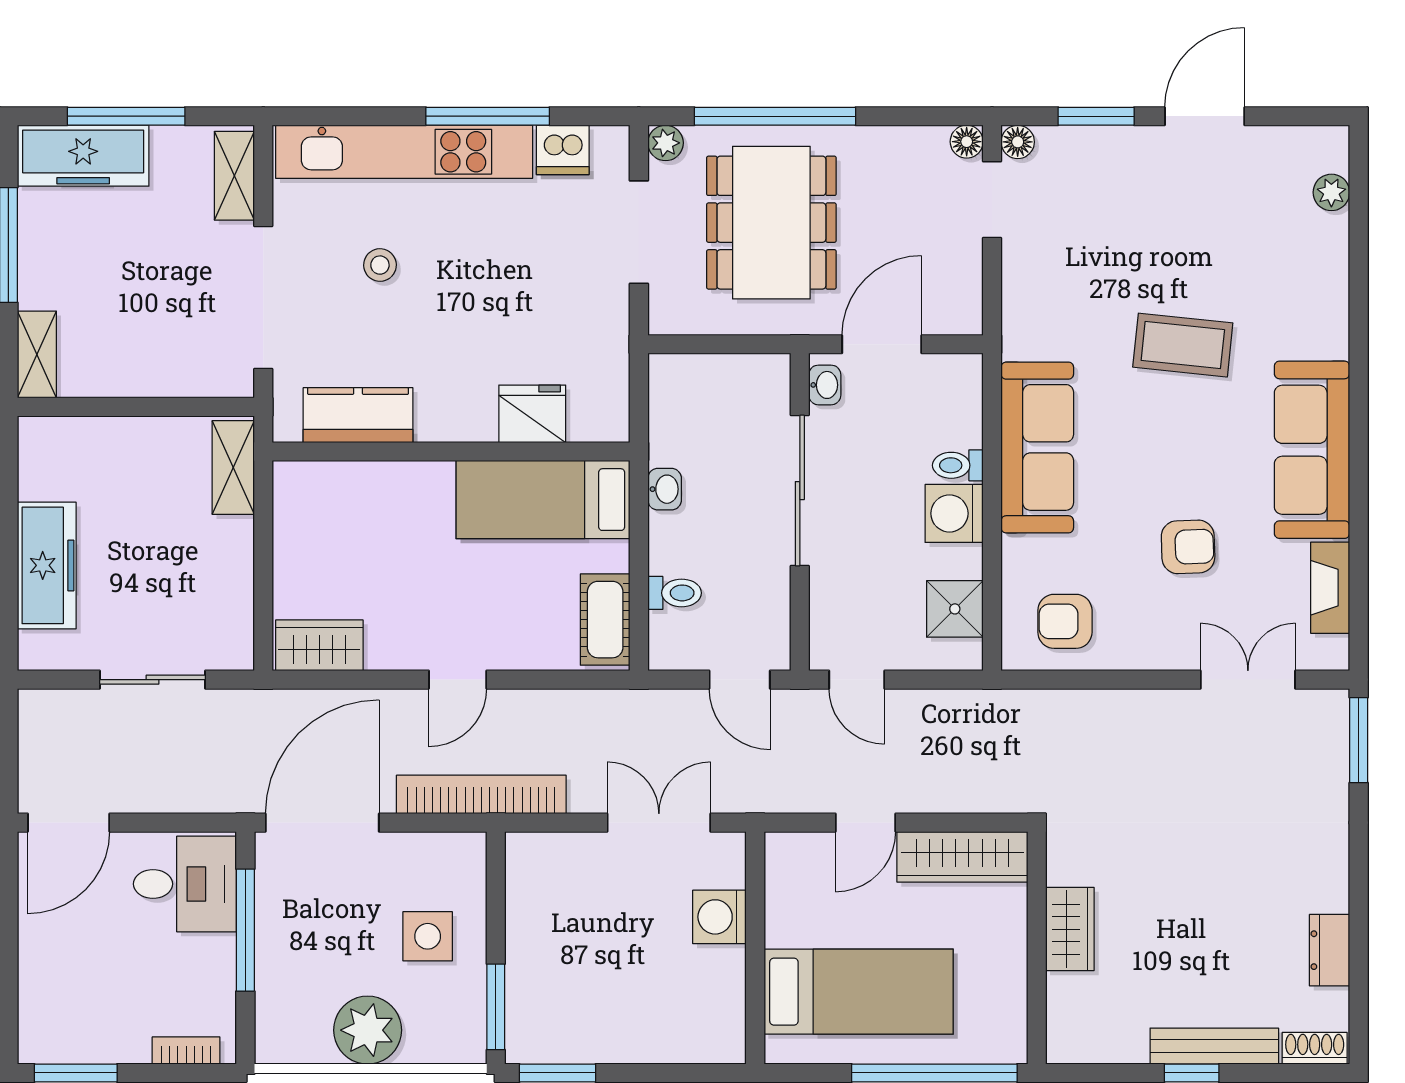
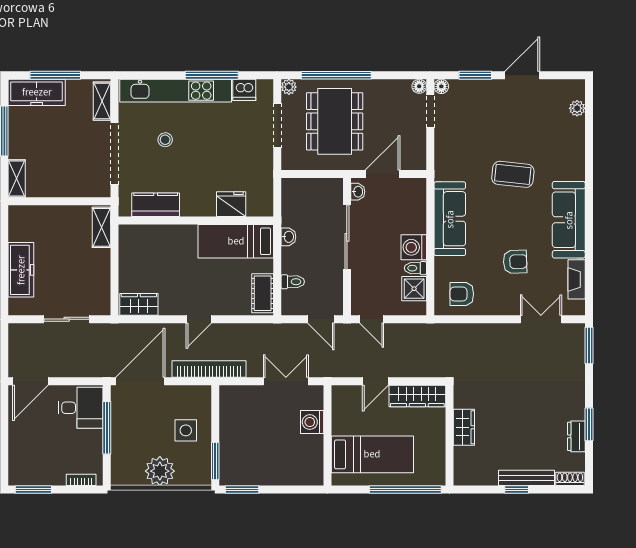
toilet: (958, 465) -> (415, 268), moved
window: (1359, 922) -> (589, 424), added

